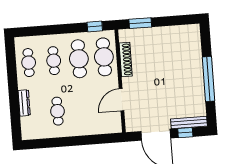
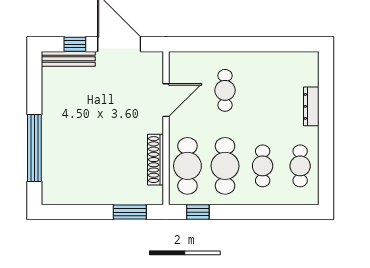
window: (208, 79) -> (34, 148), moved
cafe table: (57, 111) -> (225, 90), moved

